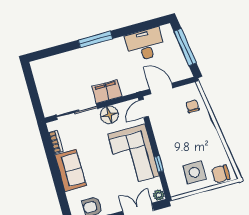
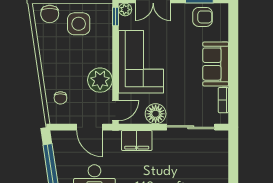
filing cabinet: (107, 91) -> (137, 141), moved
plant: (164, 130) -> (100, 80), added
window: (159, 164) -> (115, 17), moved
chair: (221, 174) -> (50, 14), turned 90

